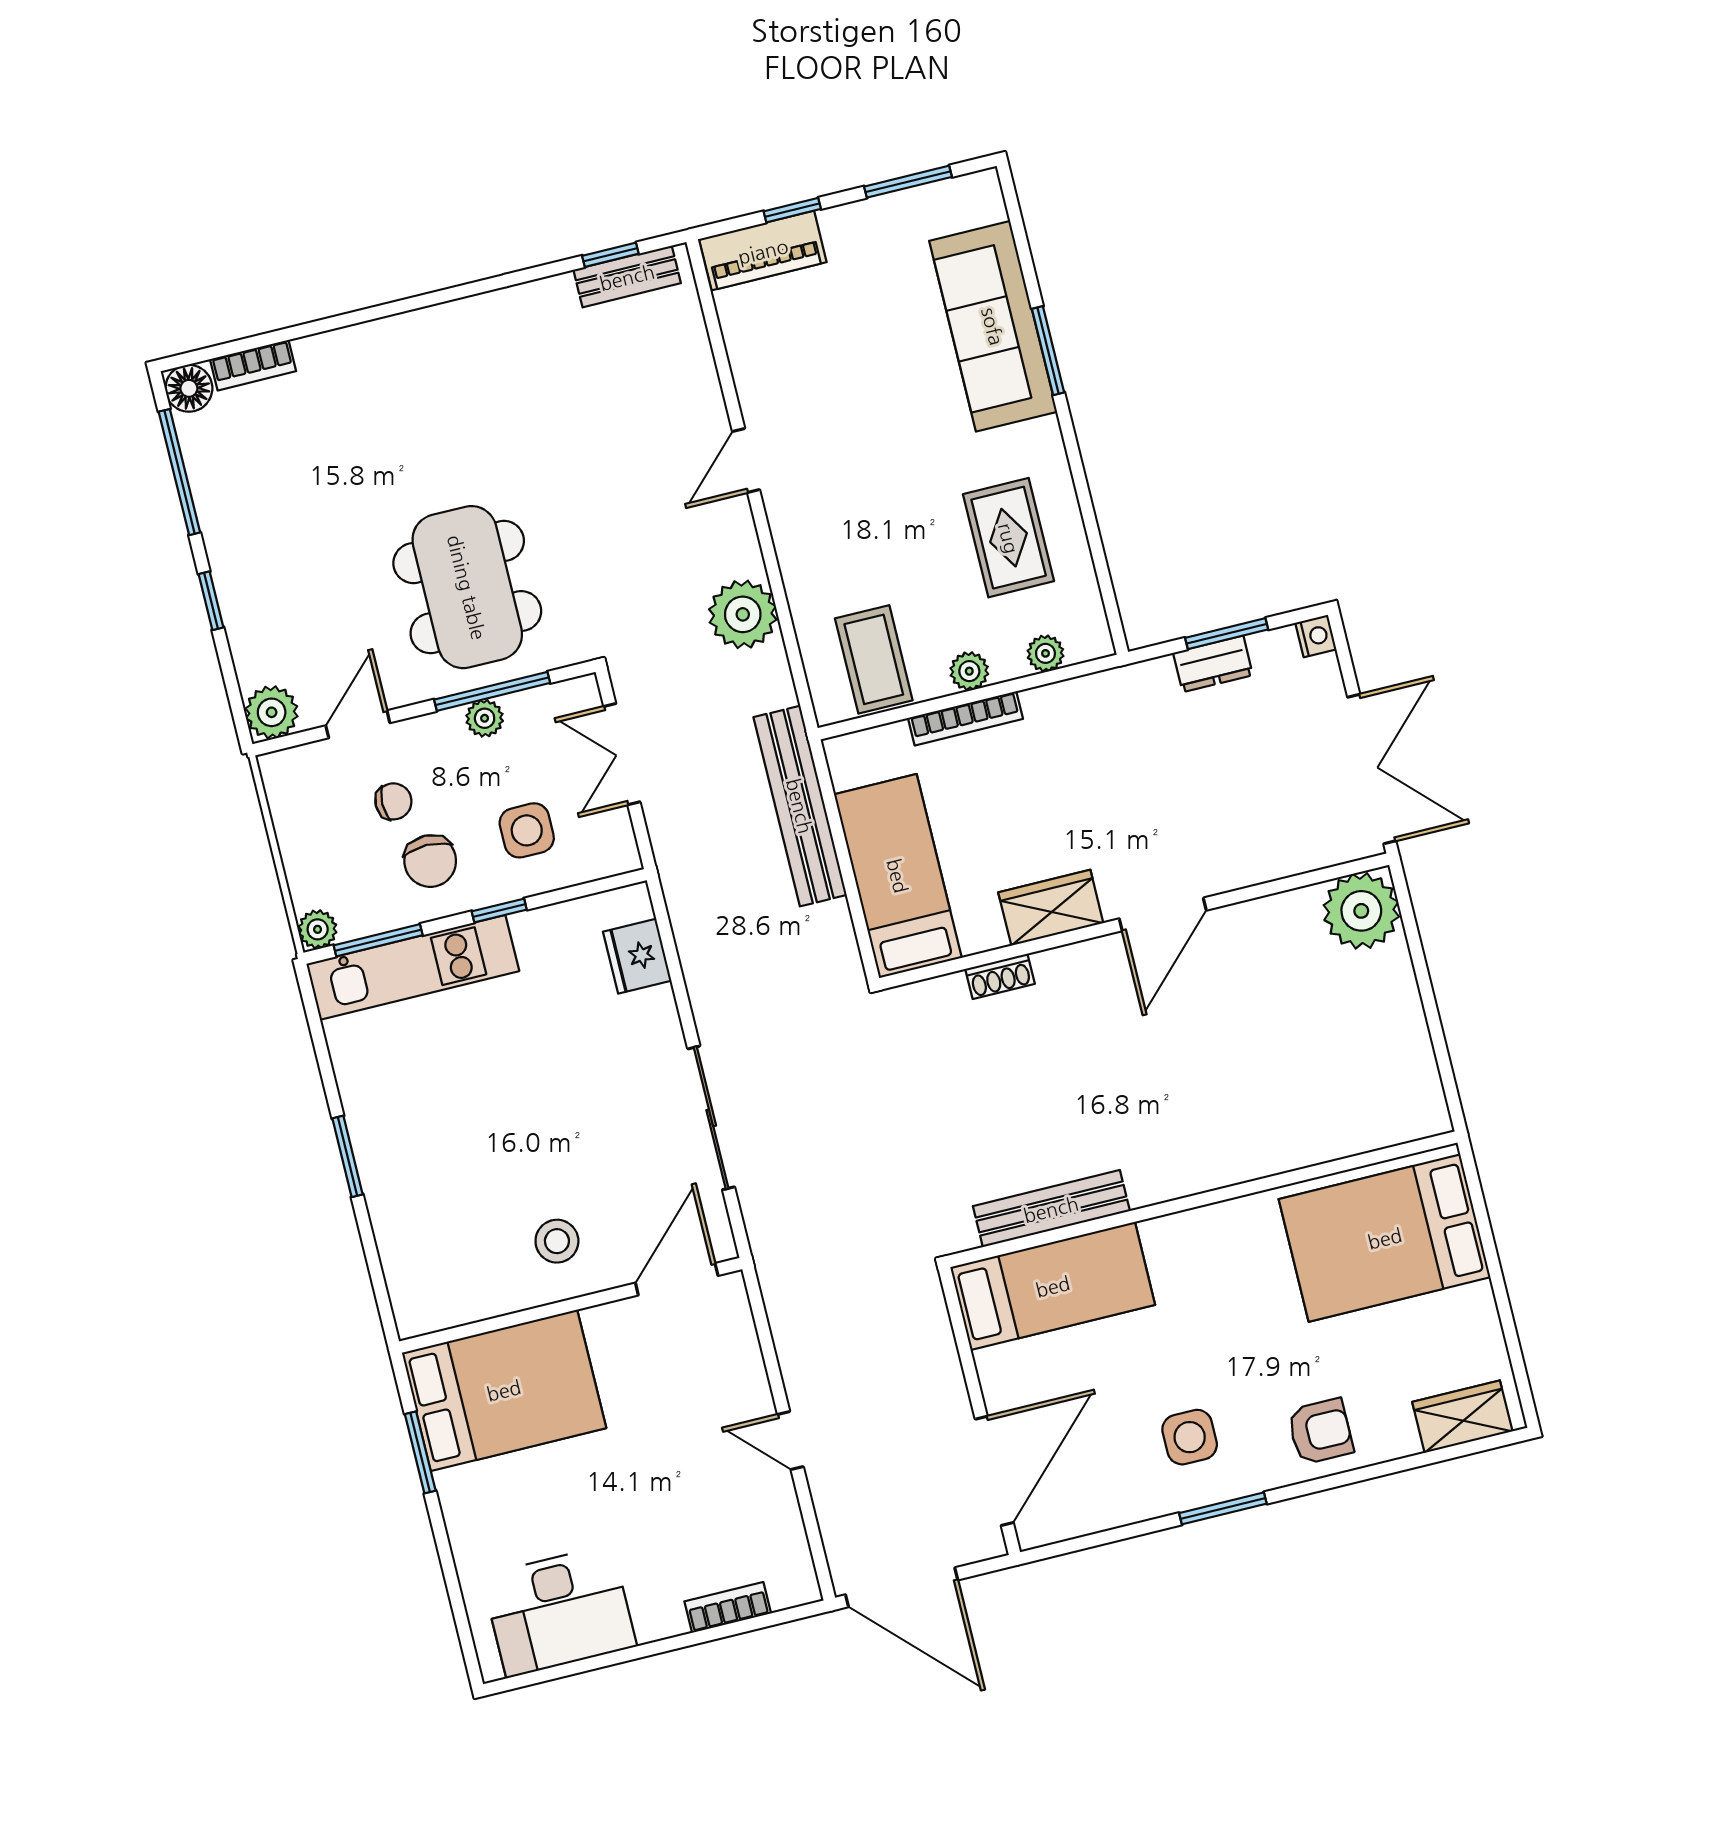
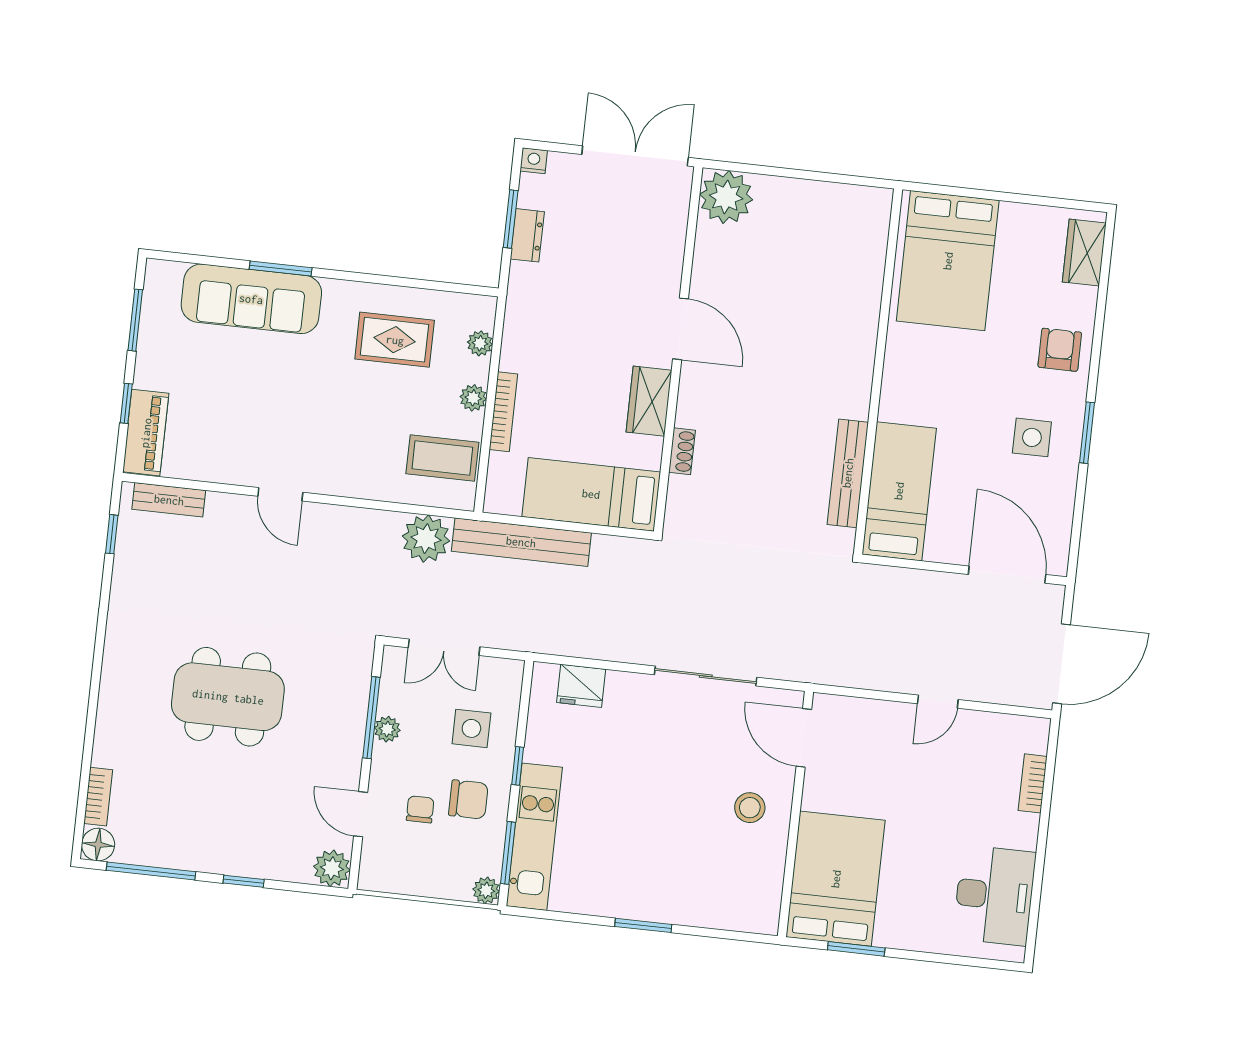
bench: (627, 277) -> (169, 500), moved, turned 90
dining table: (467, 587) -> (228, 697), moved
plant: (743, 614) -> (426, 539), moved

